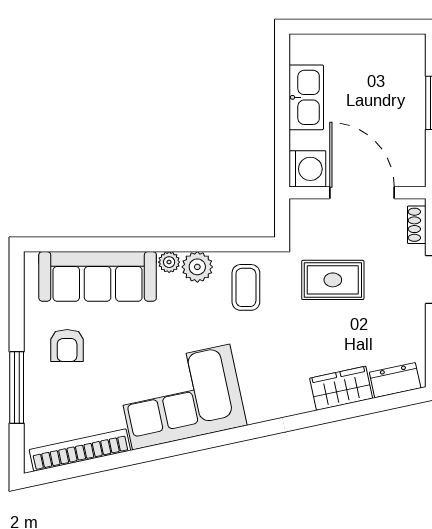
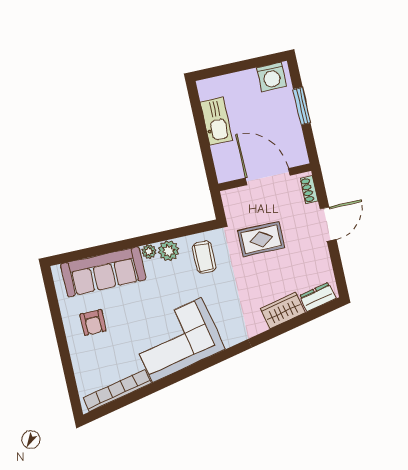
washing machine: (307, 169) -> (272, 77), moved, turned 90
window: (17, 388) -> (66, 358), removed

